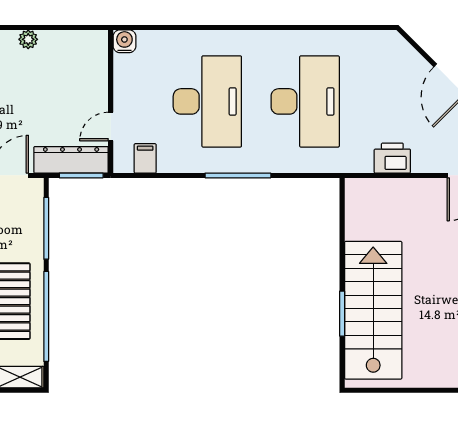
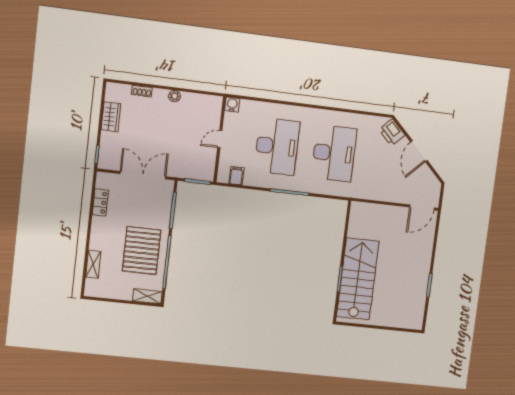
door: (111, 126) -> (220, 139), moved
printer: (392, 158) -> (392, 132), moved, turned -135
dresser: (71, 160) -> (192, 171), removed

